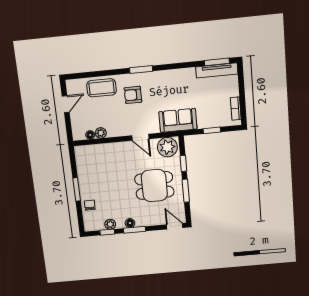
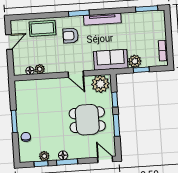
tv unit: (217, 70) -> (102, 19), moved
plant: (205, 121) -> (135, 61), added

